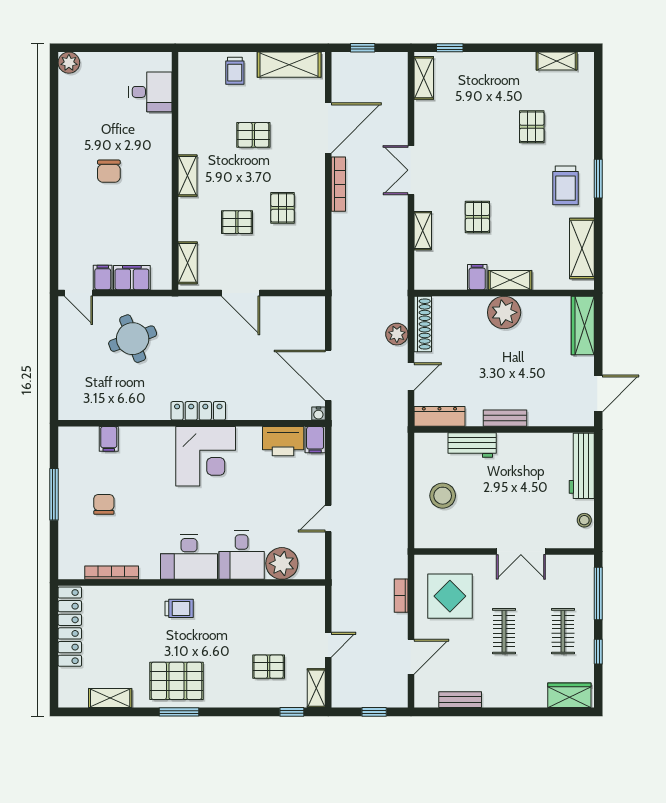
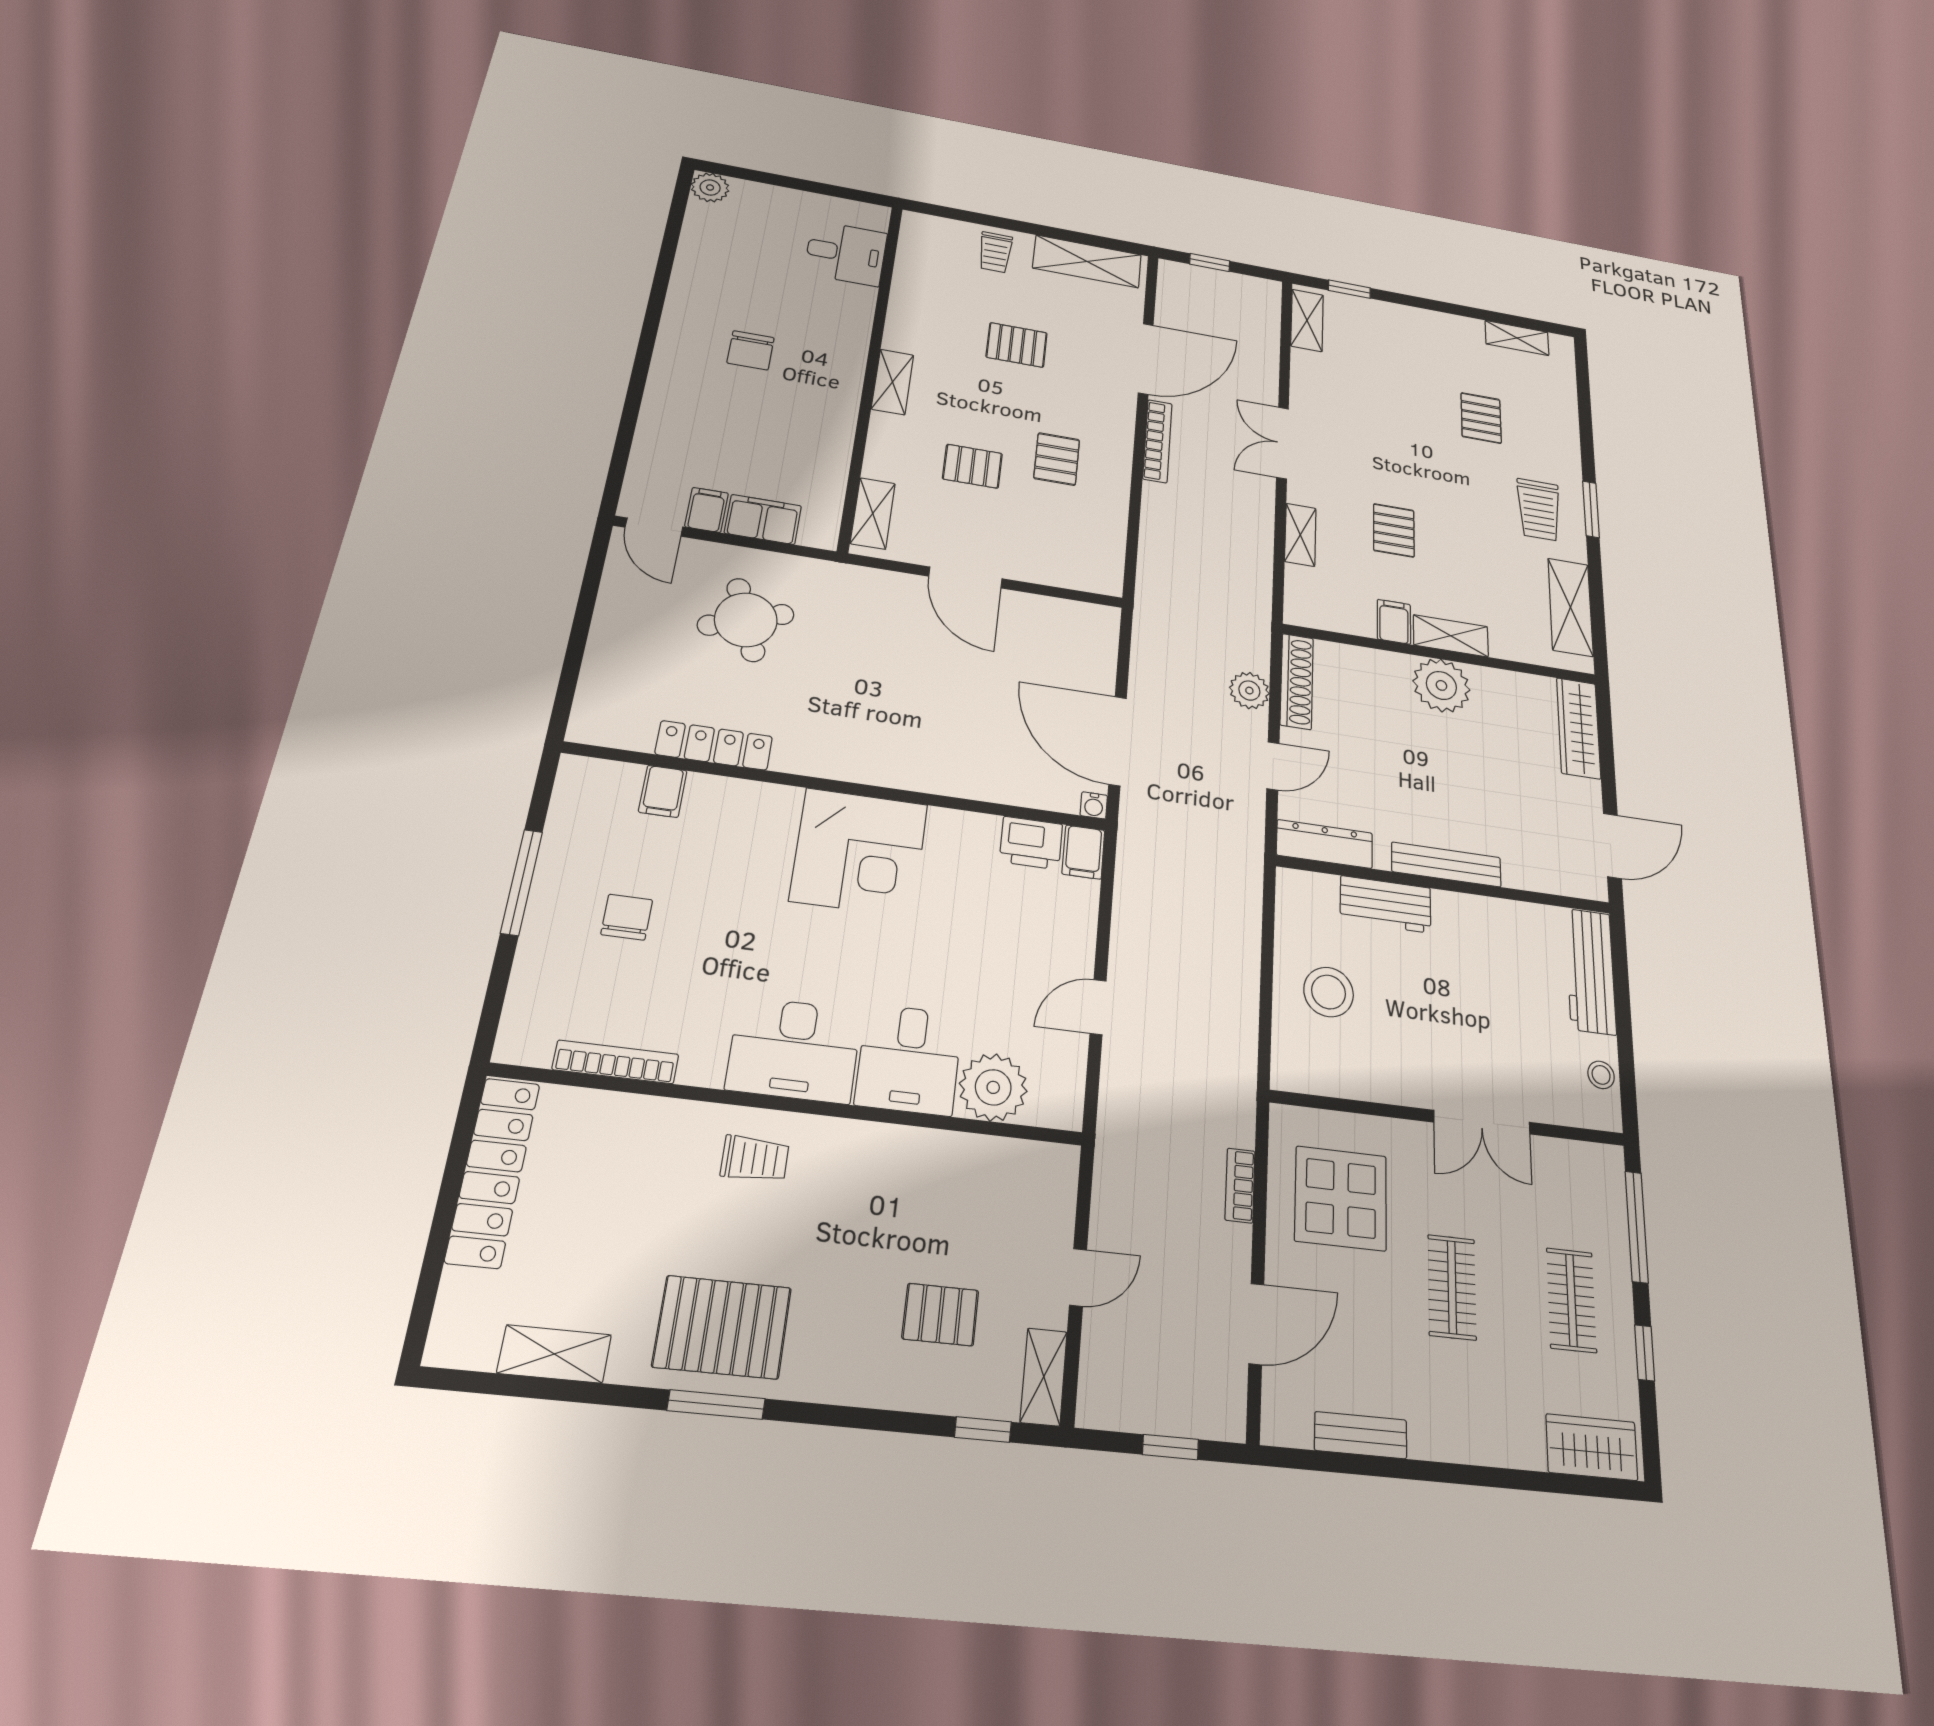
locker: (198, 411) -> (714, 745), moved
bench: (505, 418) -> (1446, 865), width x1.36
printer: (283, 441) -> (1031, 843), width x0.73, depth x0.84

